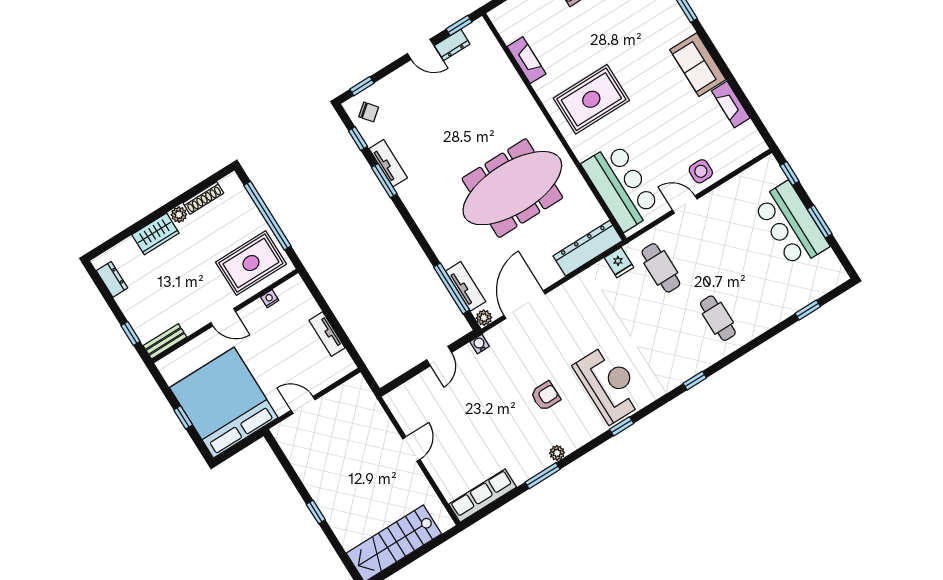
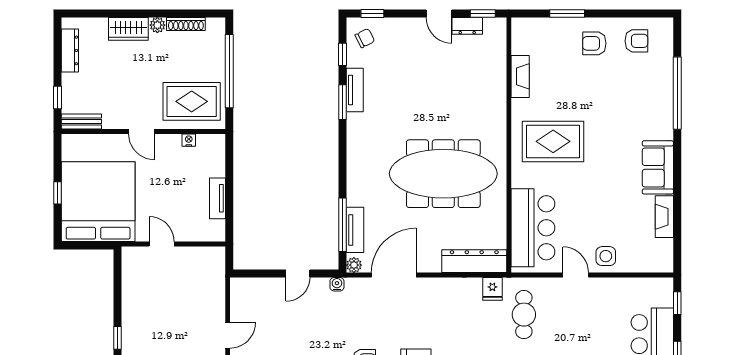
chair: (369, 112) -> (365, 38), turned -78
dresser: (112, 279) -> (70, 50), width x1.44

